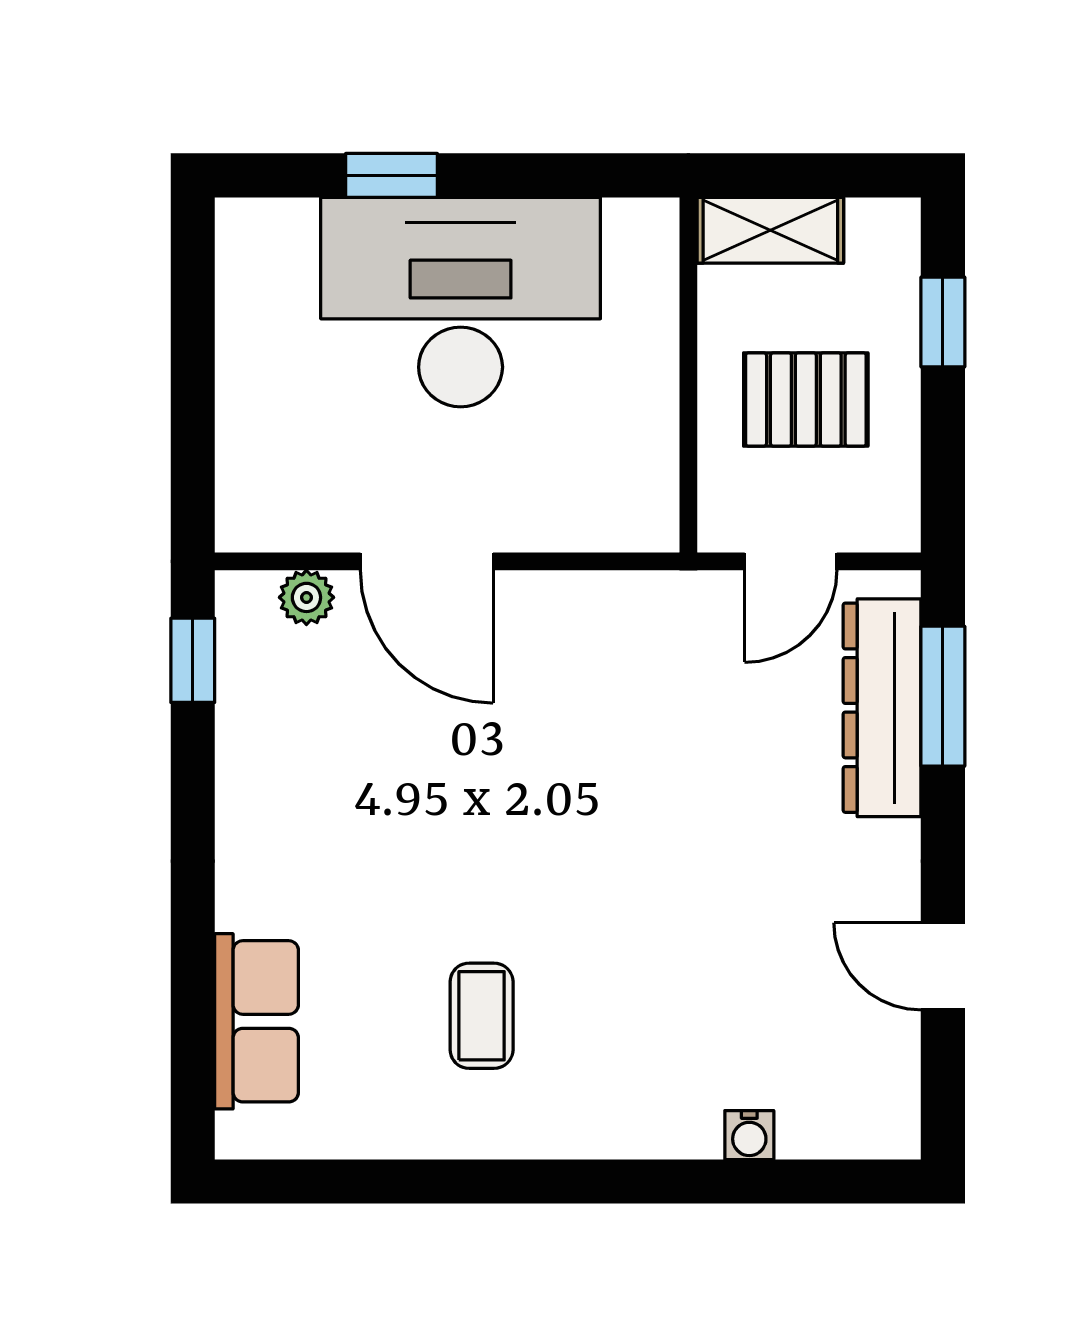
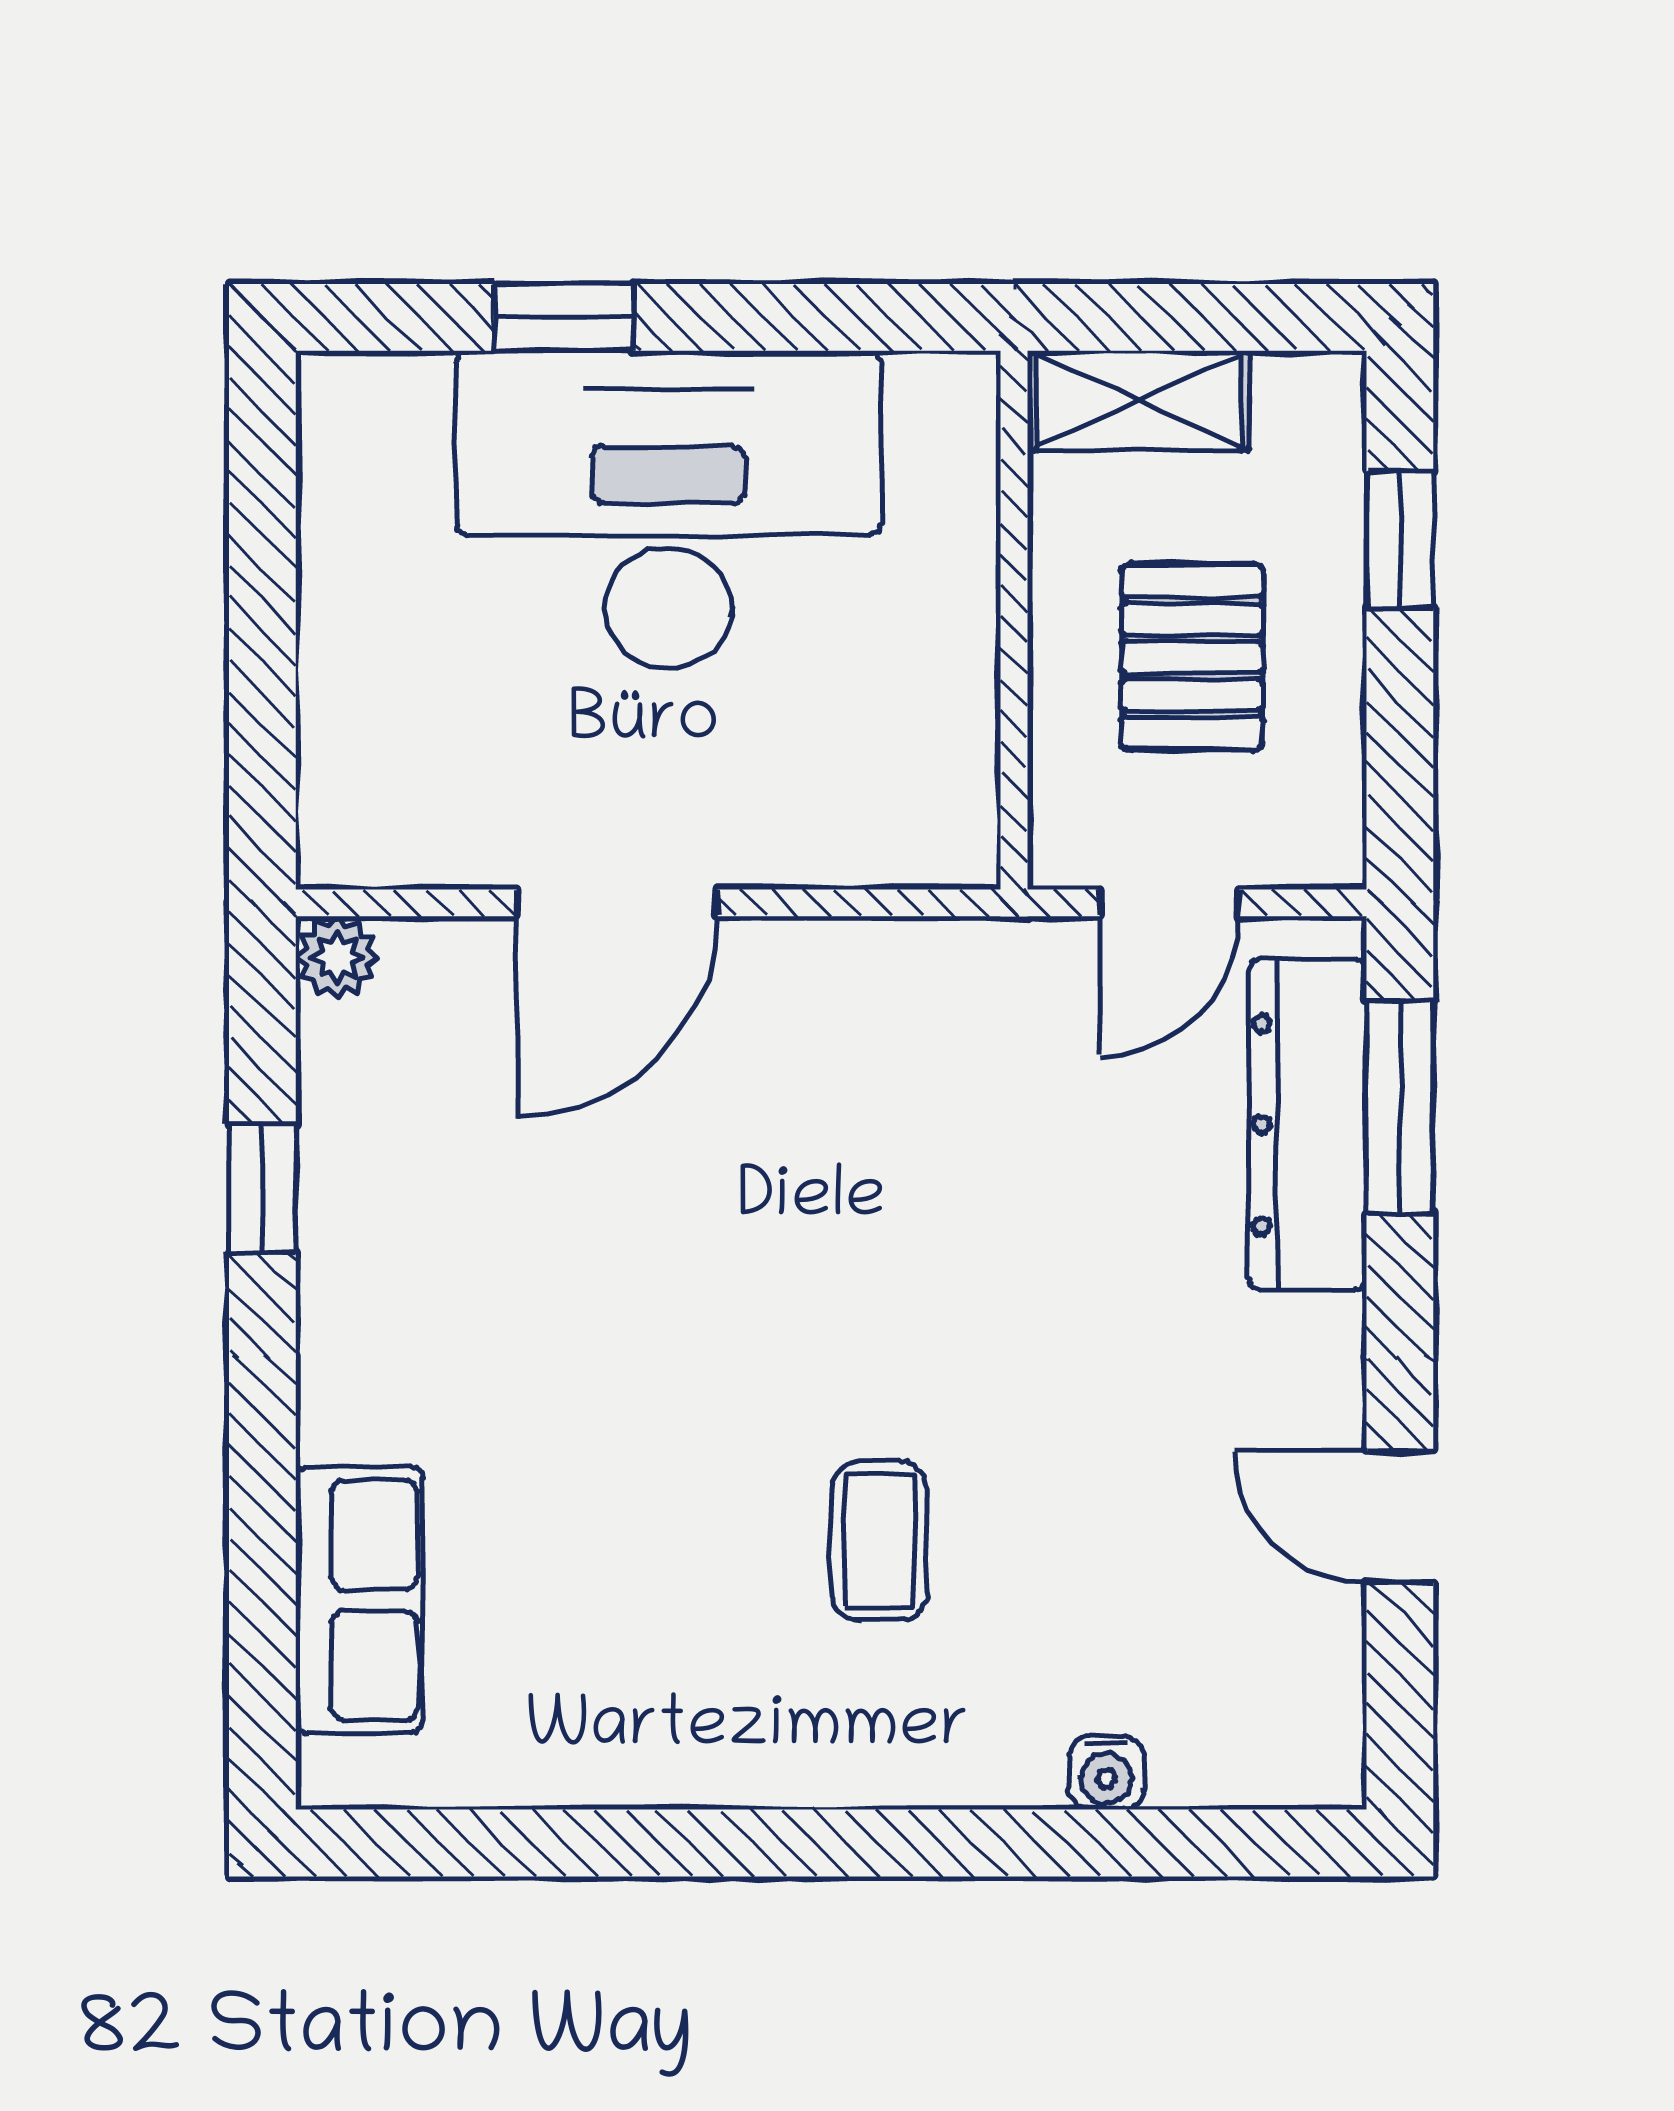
pallet: (806, 399) -> (1192, 657), turned 90
door: (427, 561) -> (617, 903), hinge flipped
plant: (306, 597) -> (337, 957), moved
window: (193, 660) -> (262, 1189), moved
coffee table: (482, 1016) -> (879, 1540), moved

